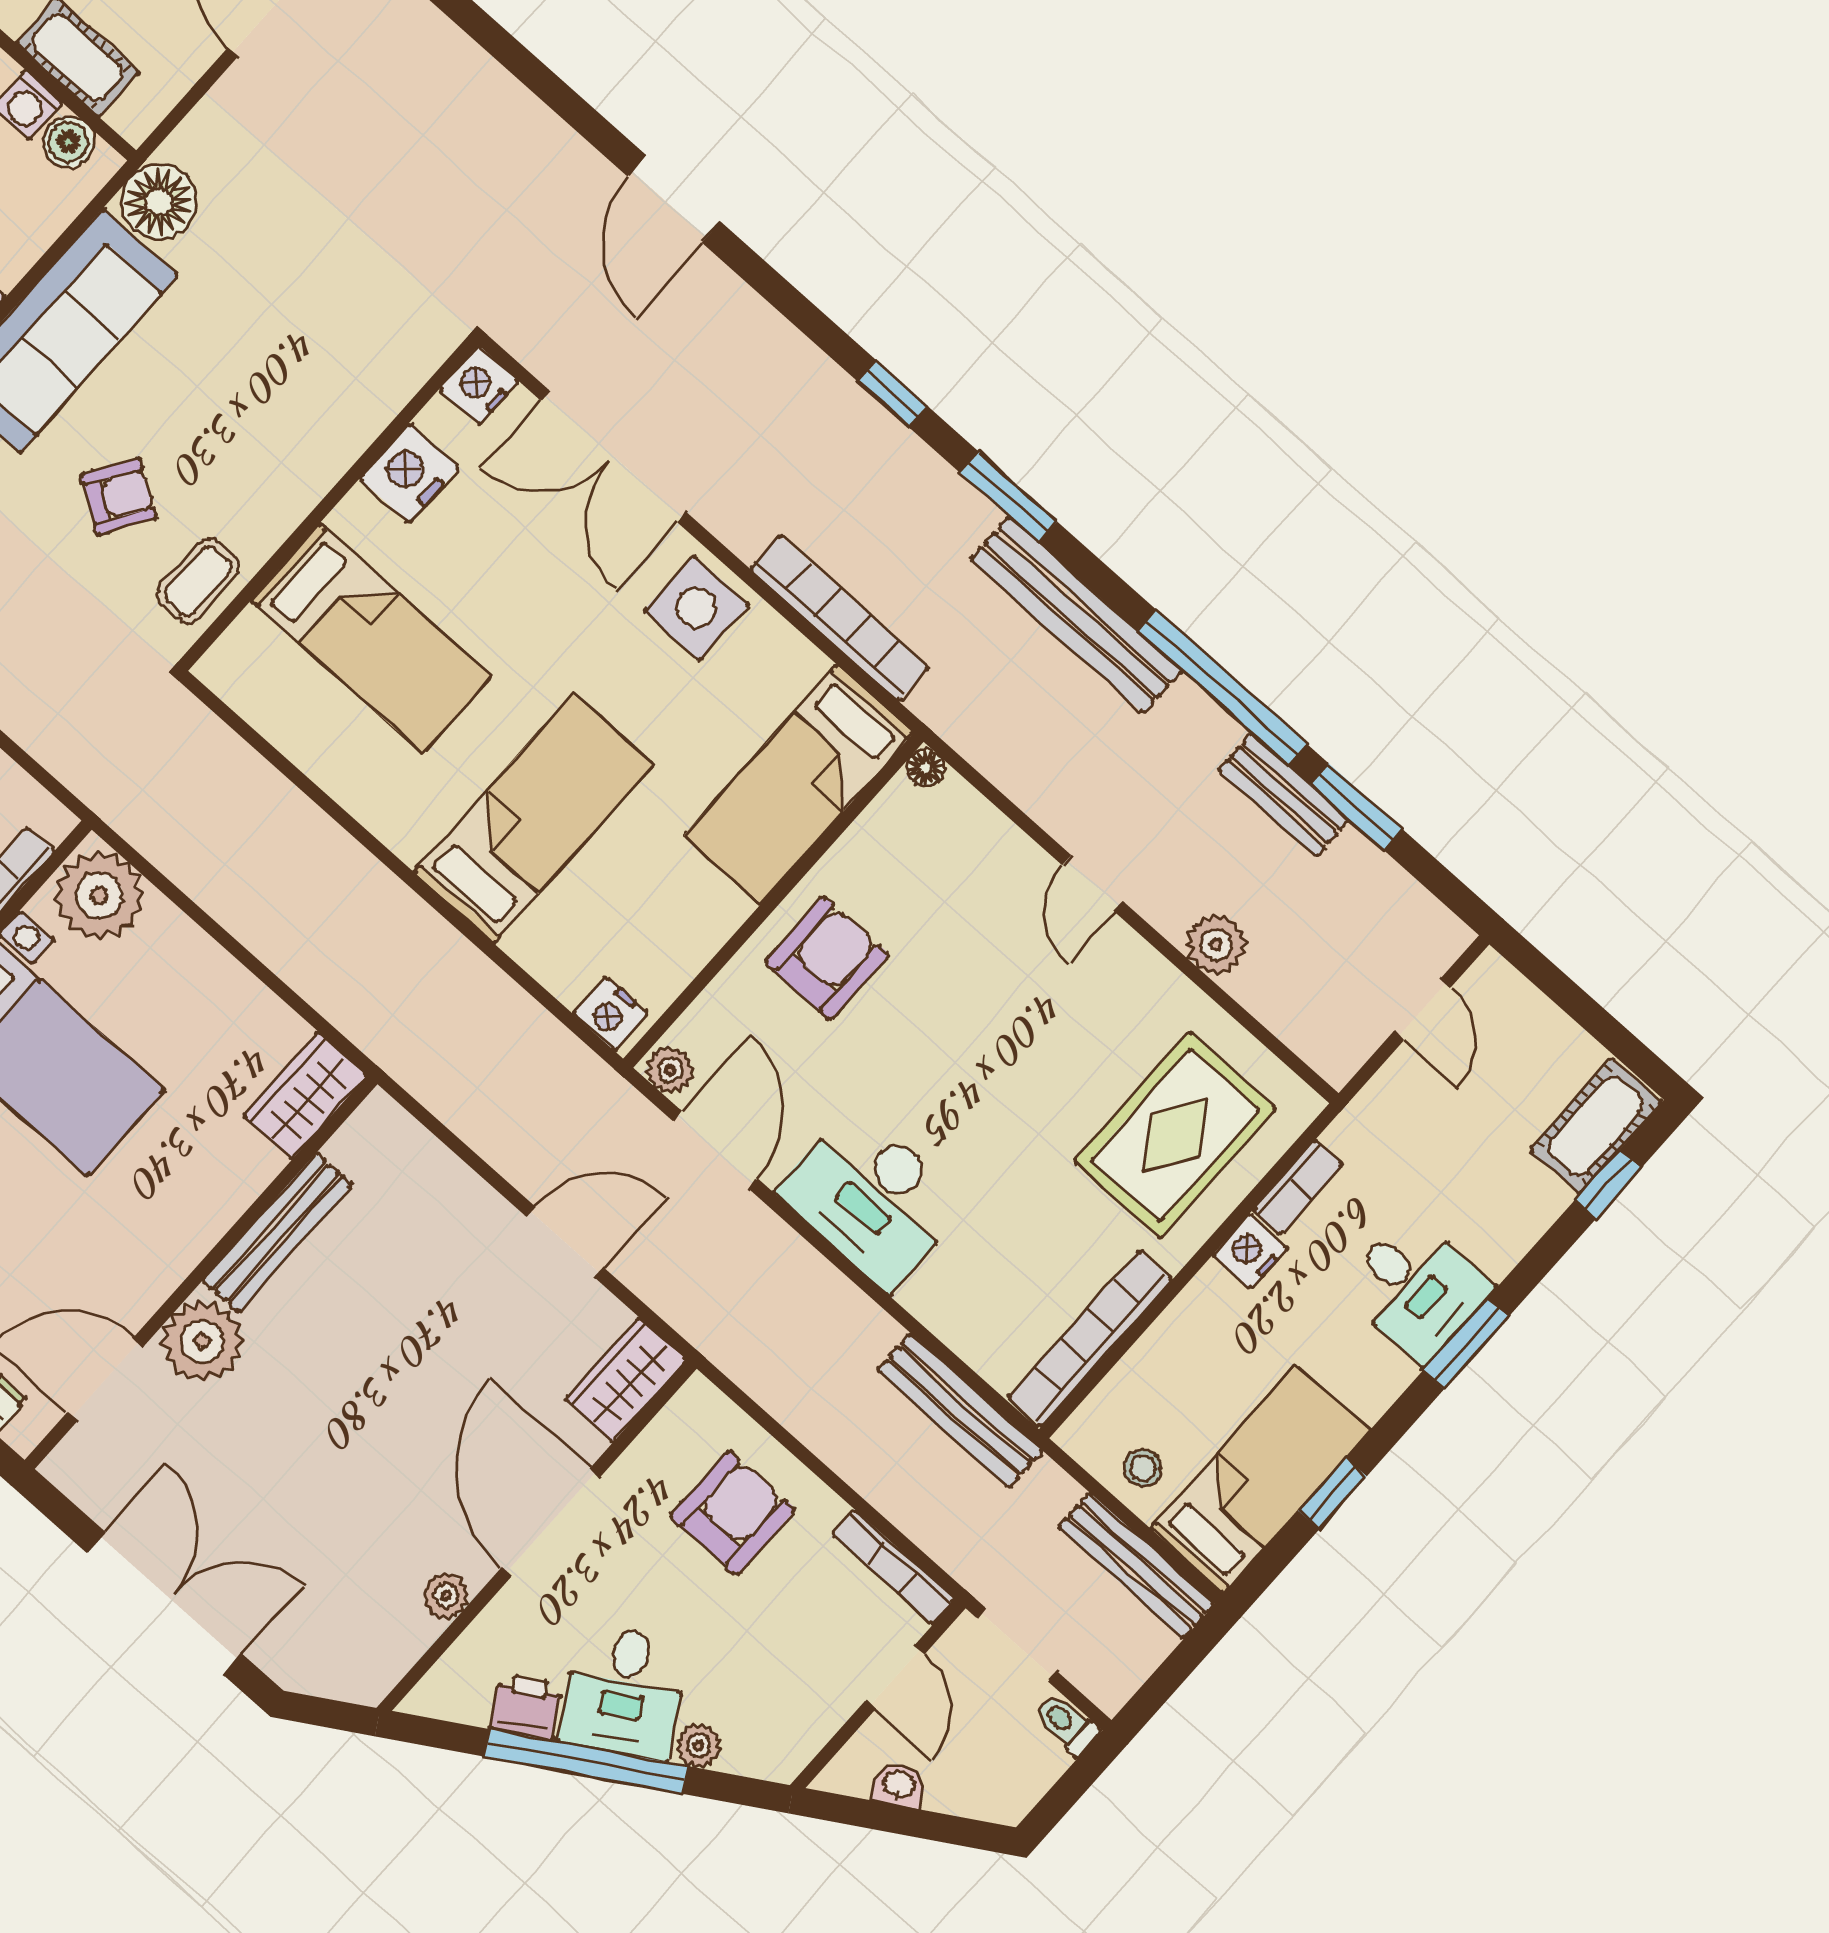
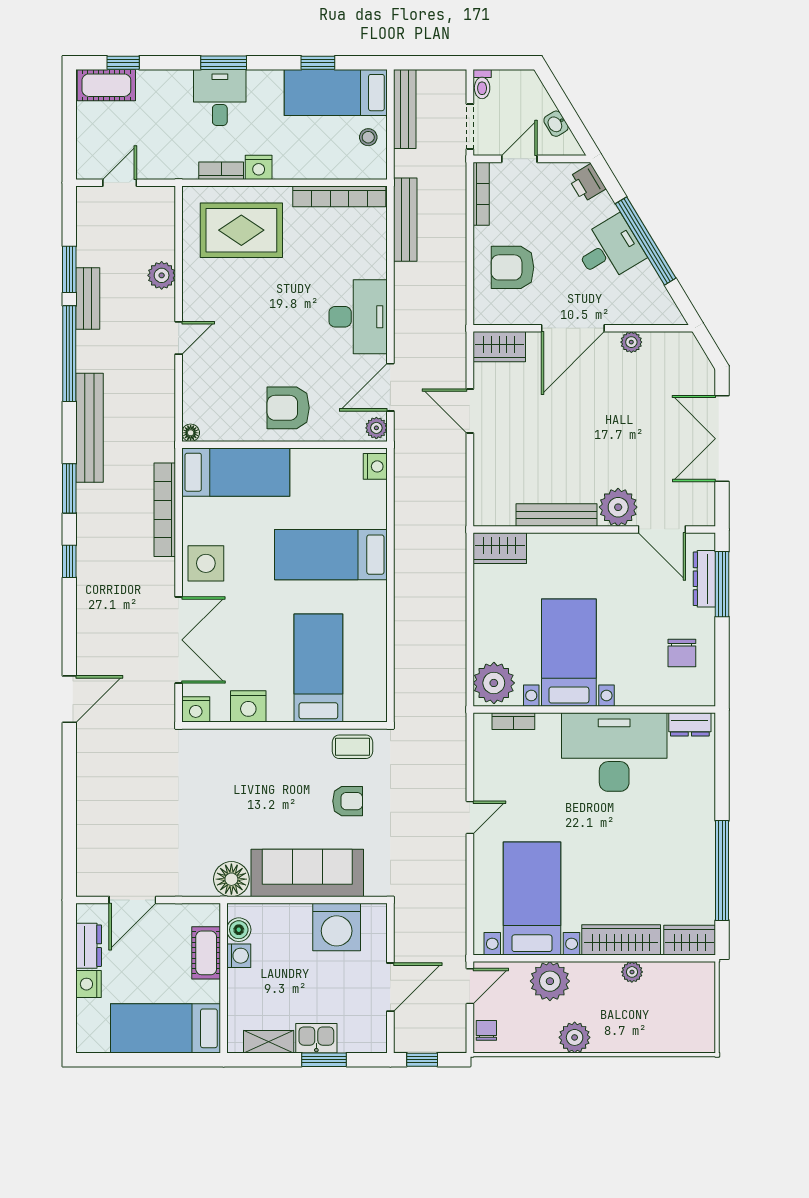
armchair: (119, 496) -> (348, 801), turned 147
printer: (526, 1707) -> (587, 183), moved
plant: (699, 1746) -> (605, 206), removed

